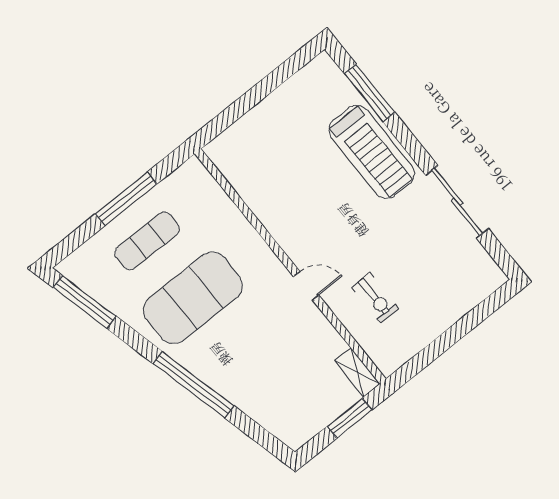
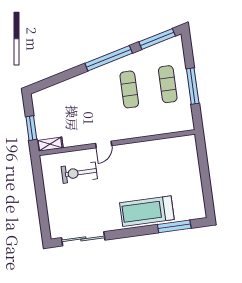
sliding door: (457, 202) -> (83, 239), moved
exercise mat: (193, 298) -> (129, 89), width x0.50, depth x0.69
exercise bike: (375, 298) -> (79, 173), width x1.38, depth x1.39
window: (193, 385) -> (109, 58), moved

